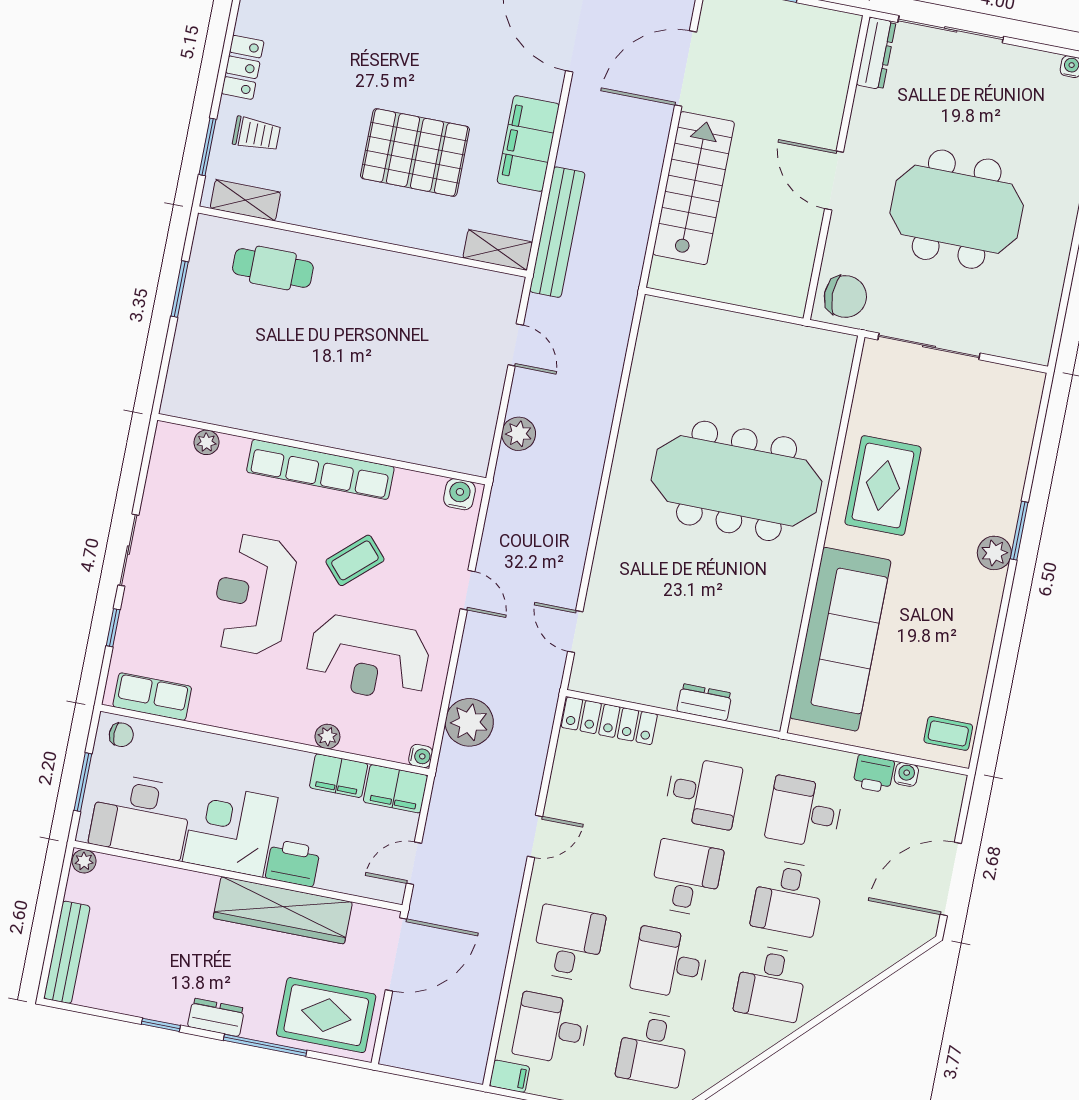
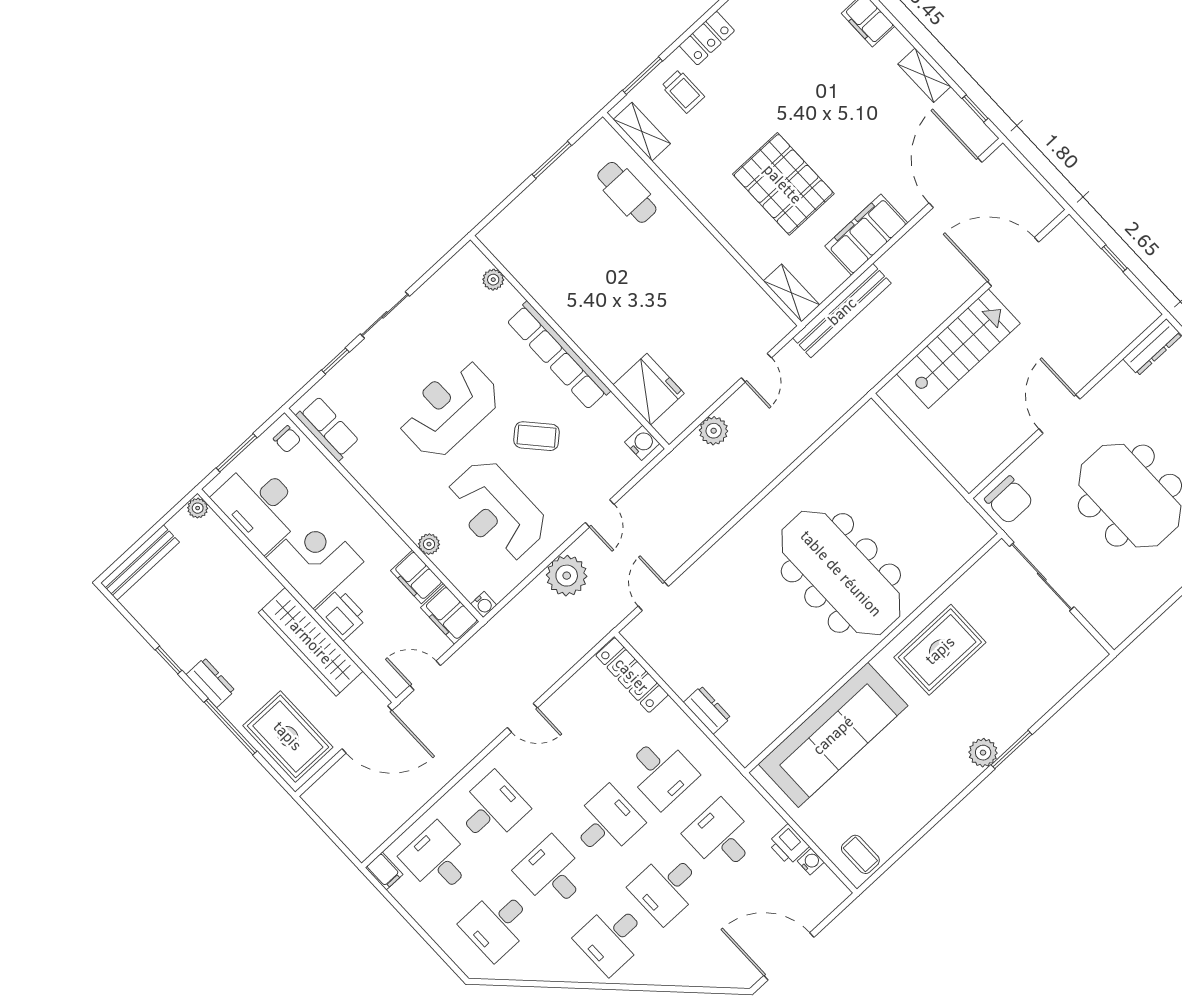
fridge: (429, 439) -> (649, 389), added
plant: (469, 722) -> (567, 576), moved

